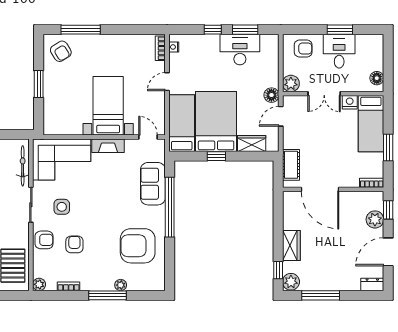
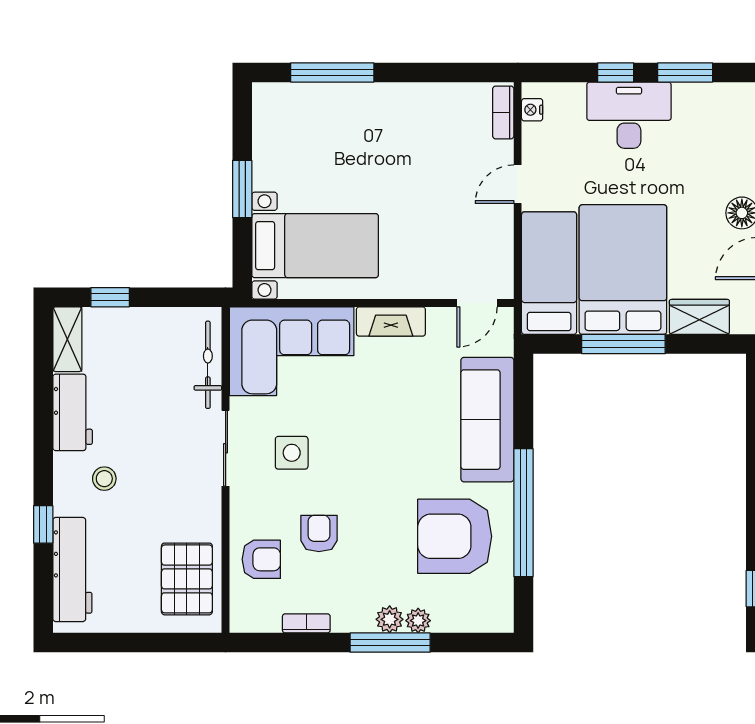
desk: (240, 50) -> (629, 115), moved
armchair: (61, 51) -> (290, 119), removed
bed with nightstands: (108, 106) -> (315, 246), moved, turned 90
door: (148, 137) -> (477, 303), swing flipped
window: (216, 156) -> (623, 344), width x2.17
sofa: (153, 184) -> (487, 420), width x1.36
window: (170, 207) -> (523, 513), moved
armchair: (44, 240) -> (261, 559), moved
plant: (39, 284) -> (390, 619), moved

